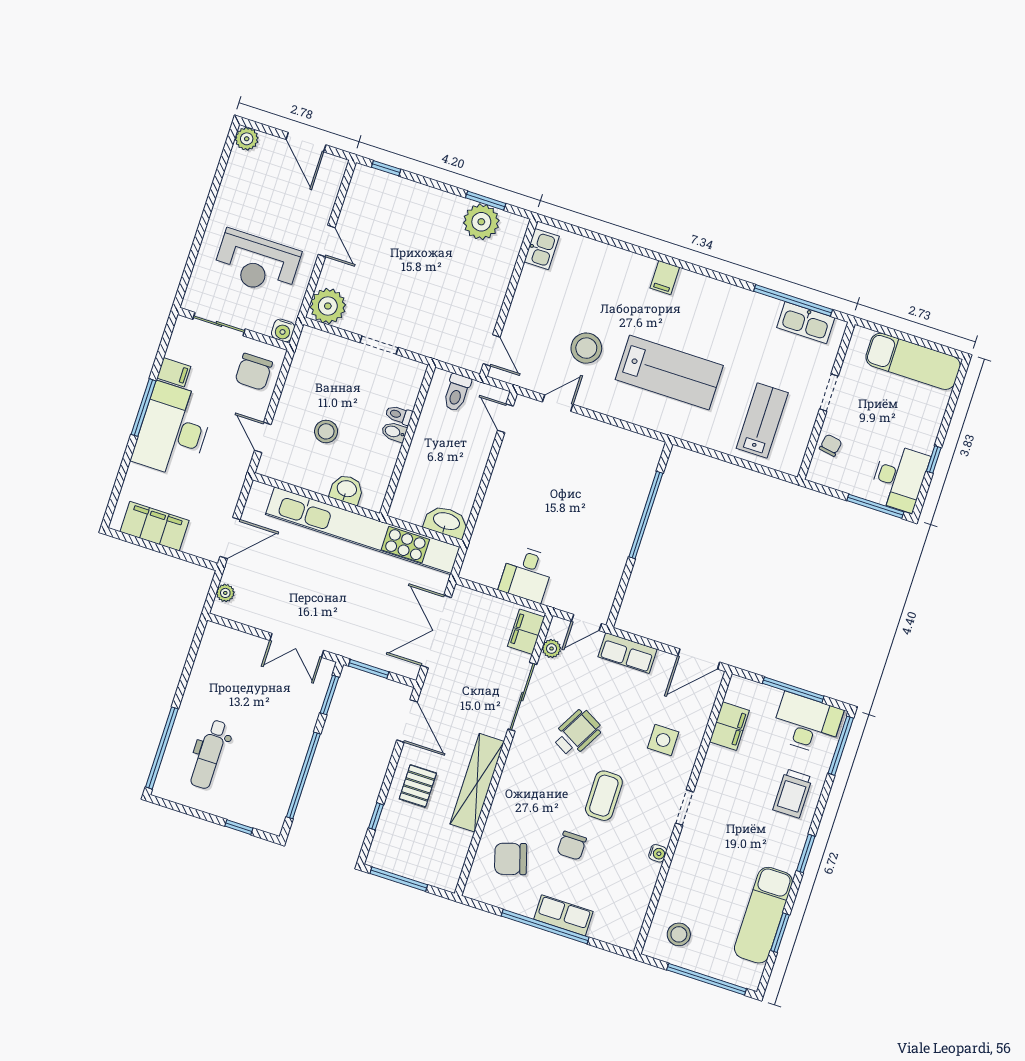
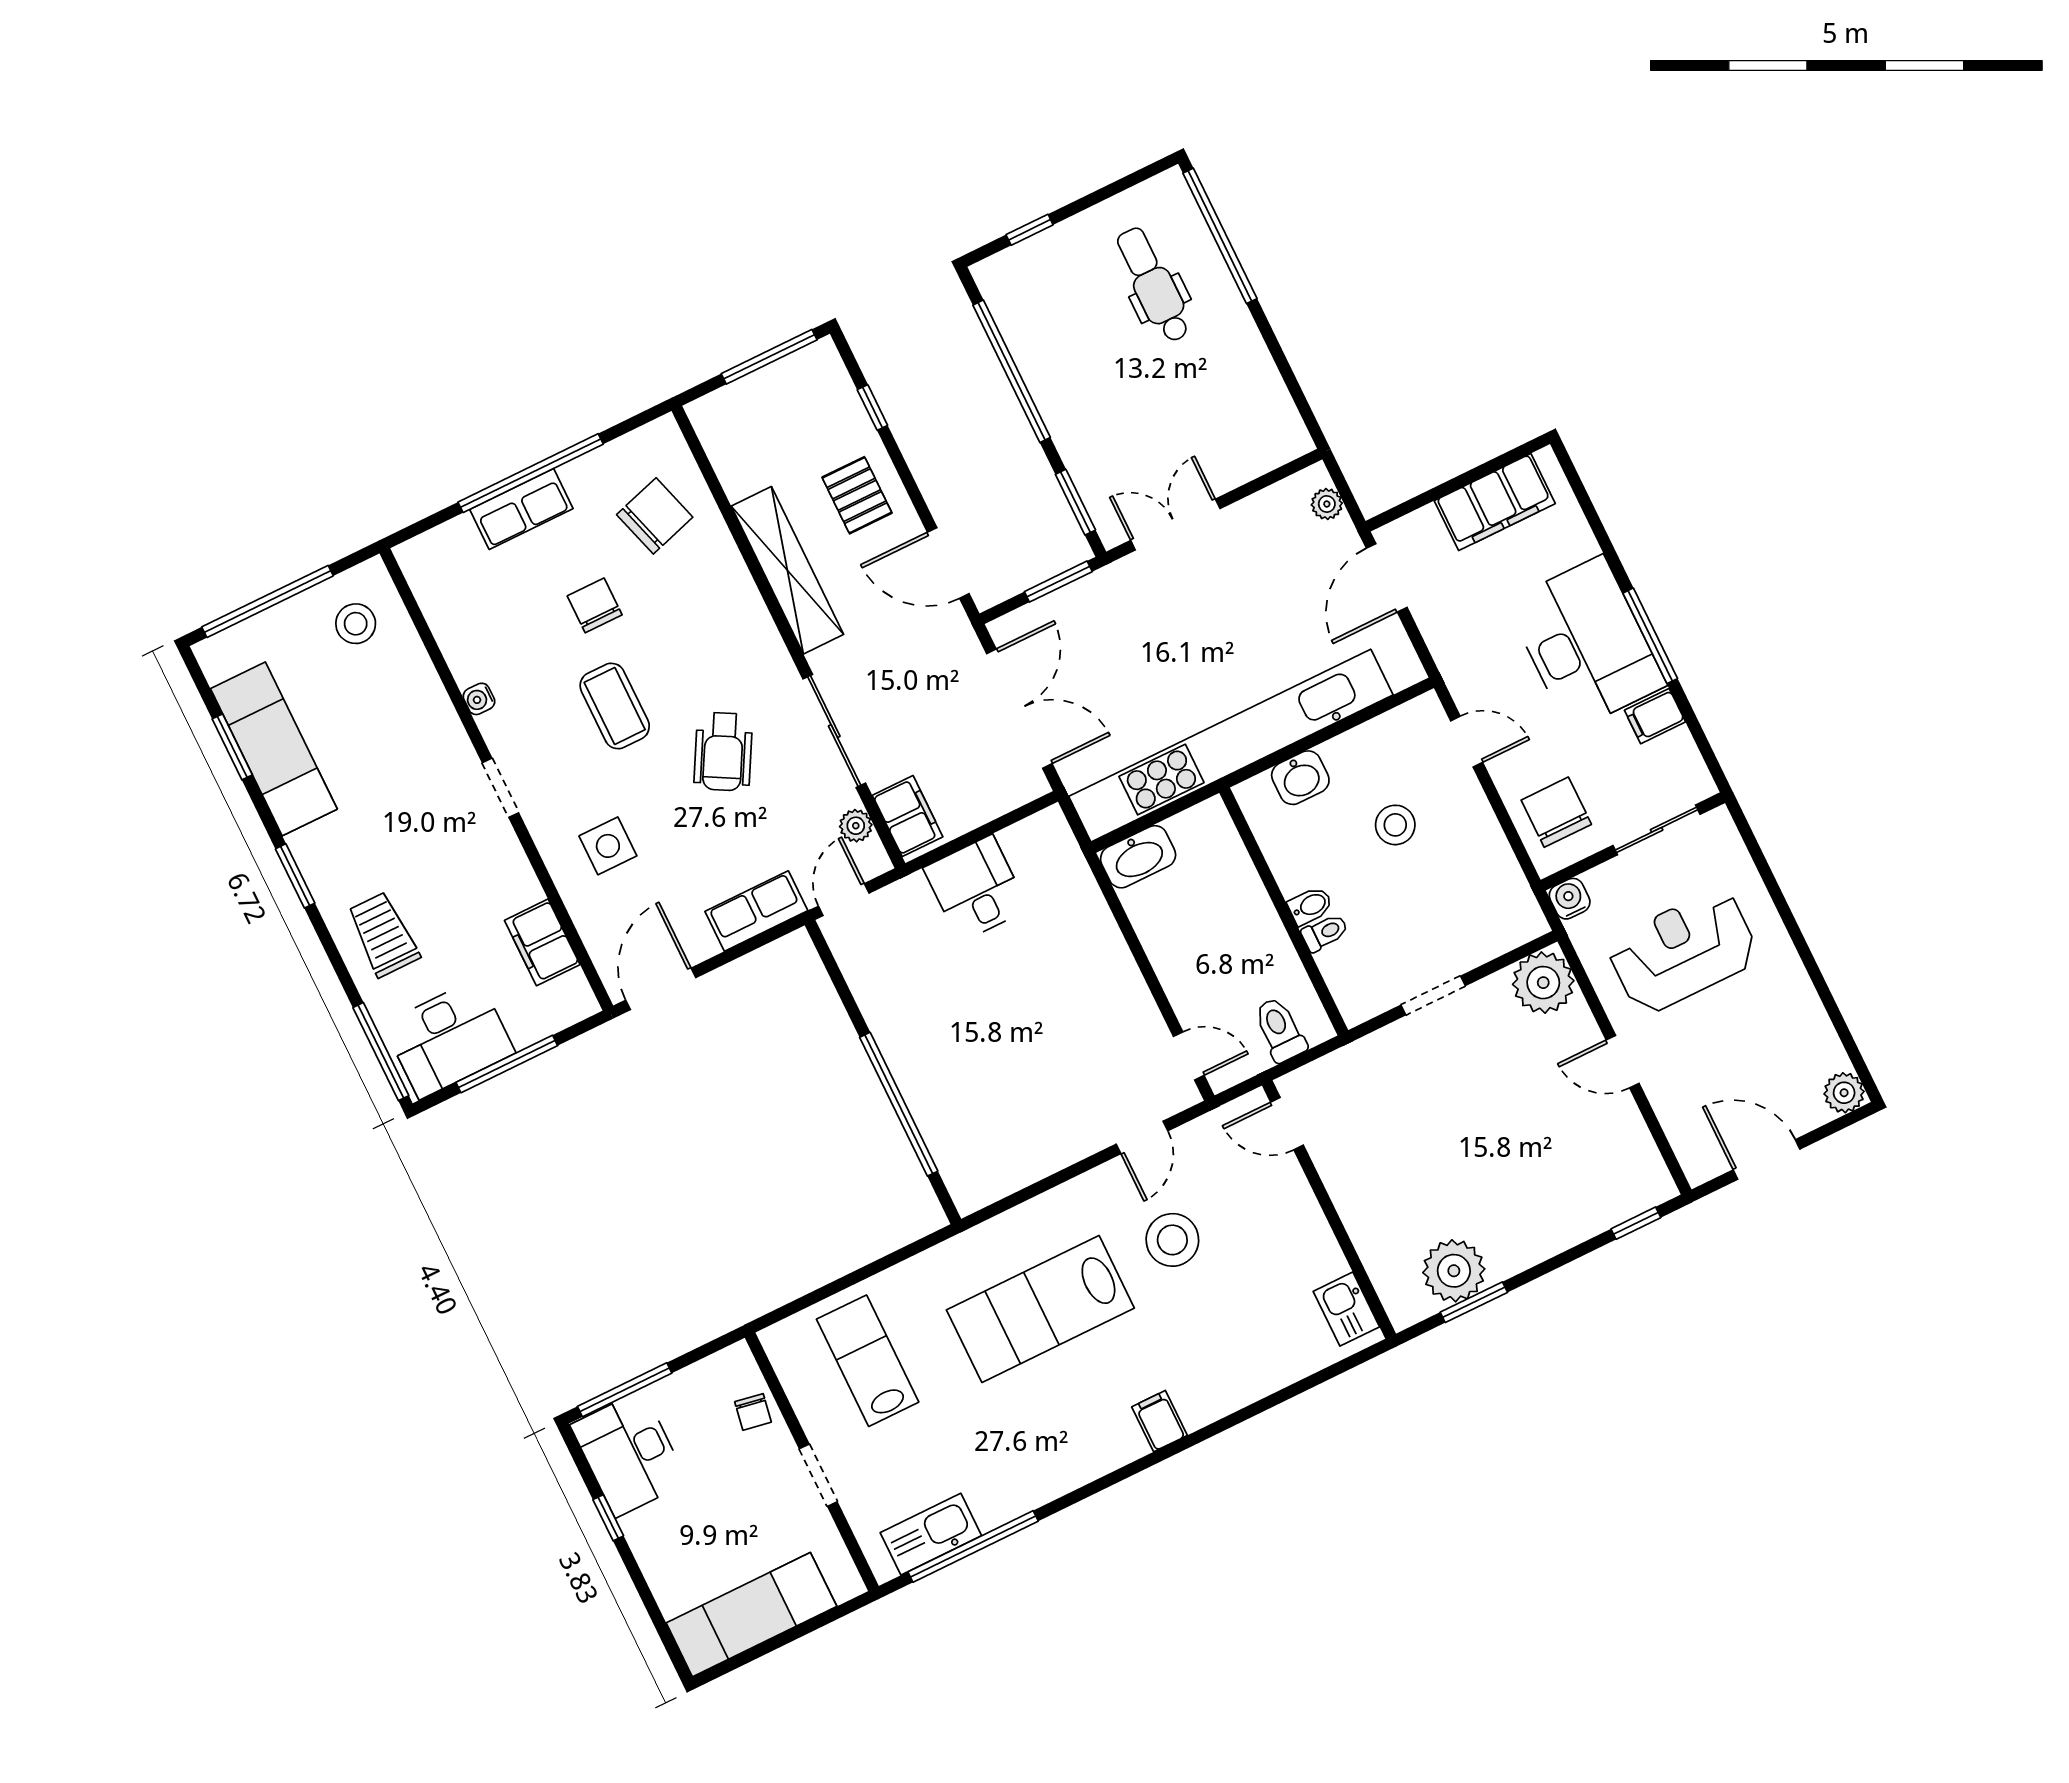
lab bench: (762, 421) -> (868, 1361), turned 180

